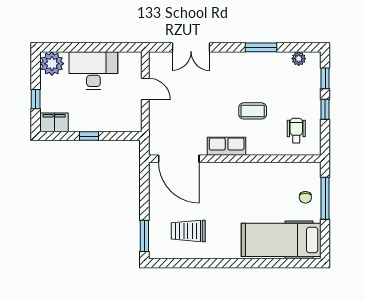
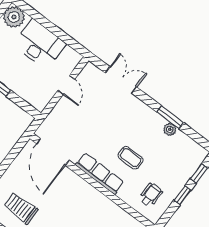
double door: (191, 47) -> (121, 80), swing flipped
plant: (299, 59) -> (170, 129), moved
row of seats: (227, 146) -> (100, 174), width x1.48

